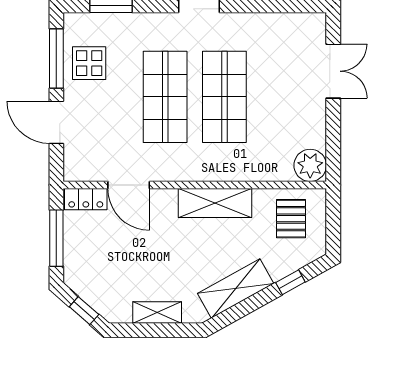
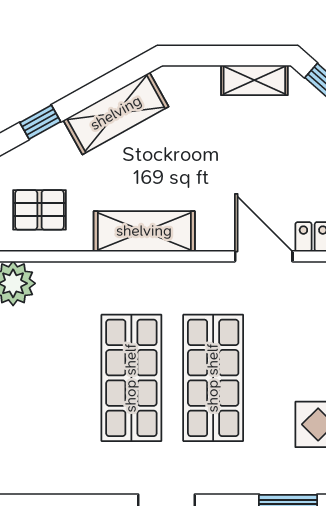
pallet: (291, 219) -> (39, 210), turned 90
shelving: (157, 313) -> (254, 80), moved

